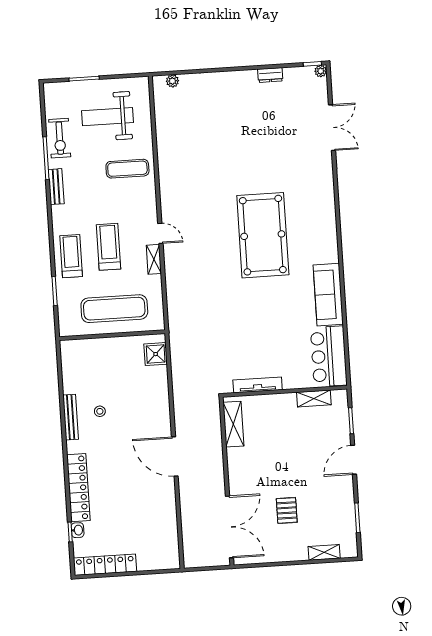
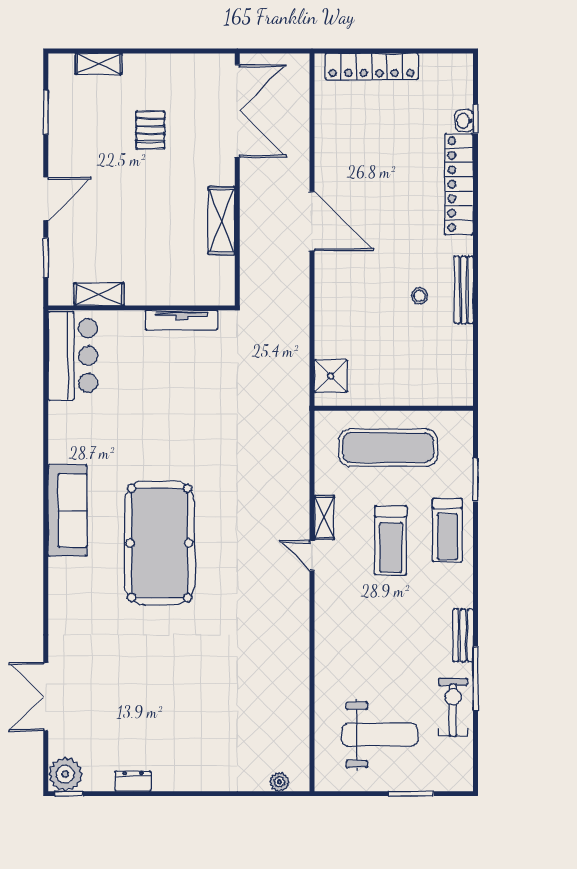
plant: (321, 71) -> (65, 774), width x1.87, depth x1.87
exercise mat: (127, 169) -> (355, 655), removed
sofa: (328, 295) -> (68, 510), moved
shelving: (233, 424) -> (221, 221), moved
double door: (229, 527) -> (237, 111), swing flipped
locker: (105, 565) -> (372, 67), moved

